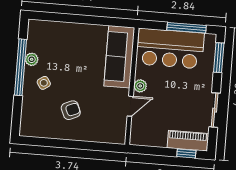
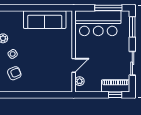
sofa: (119, 57) -> (45, 20), moved, turned -90
plant: (140, 86) -> (80, 81), moved
armchair: (71, 110) -> (14, 73), moved

